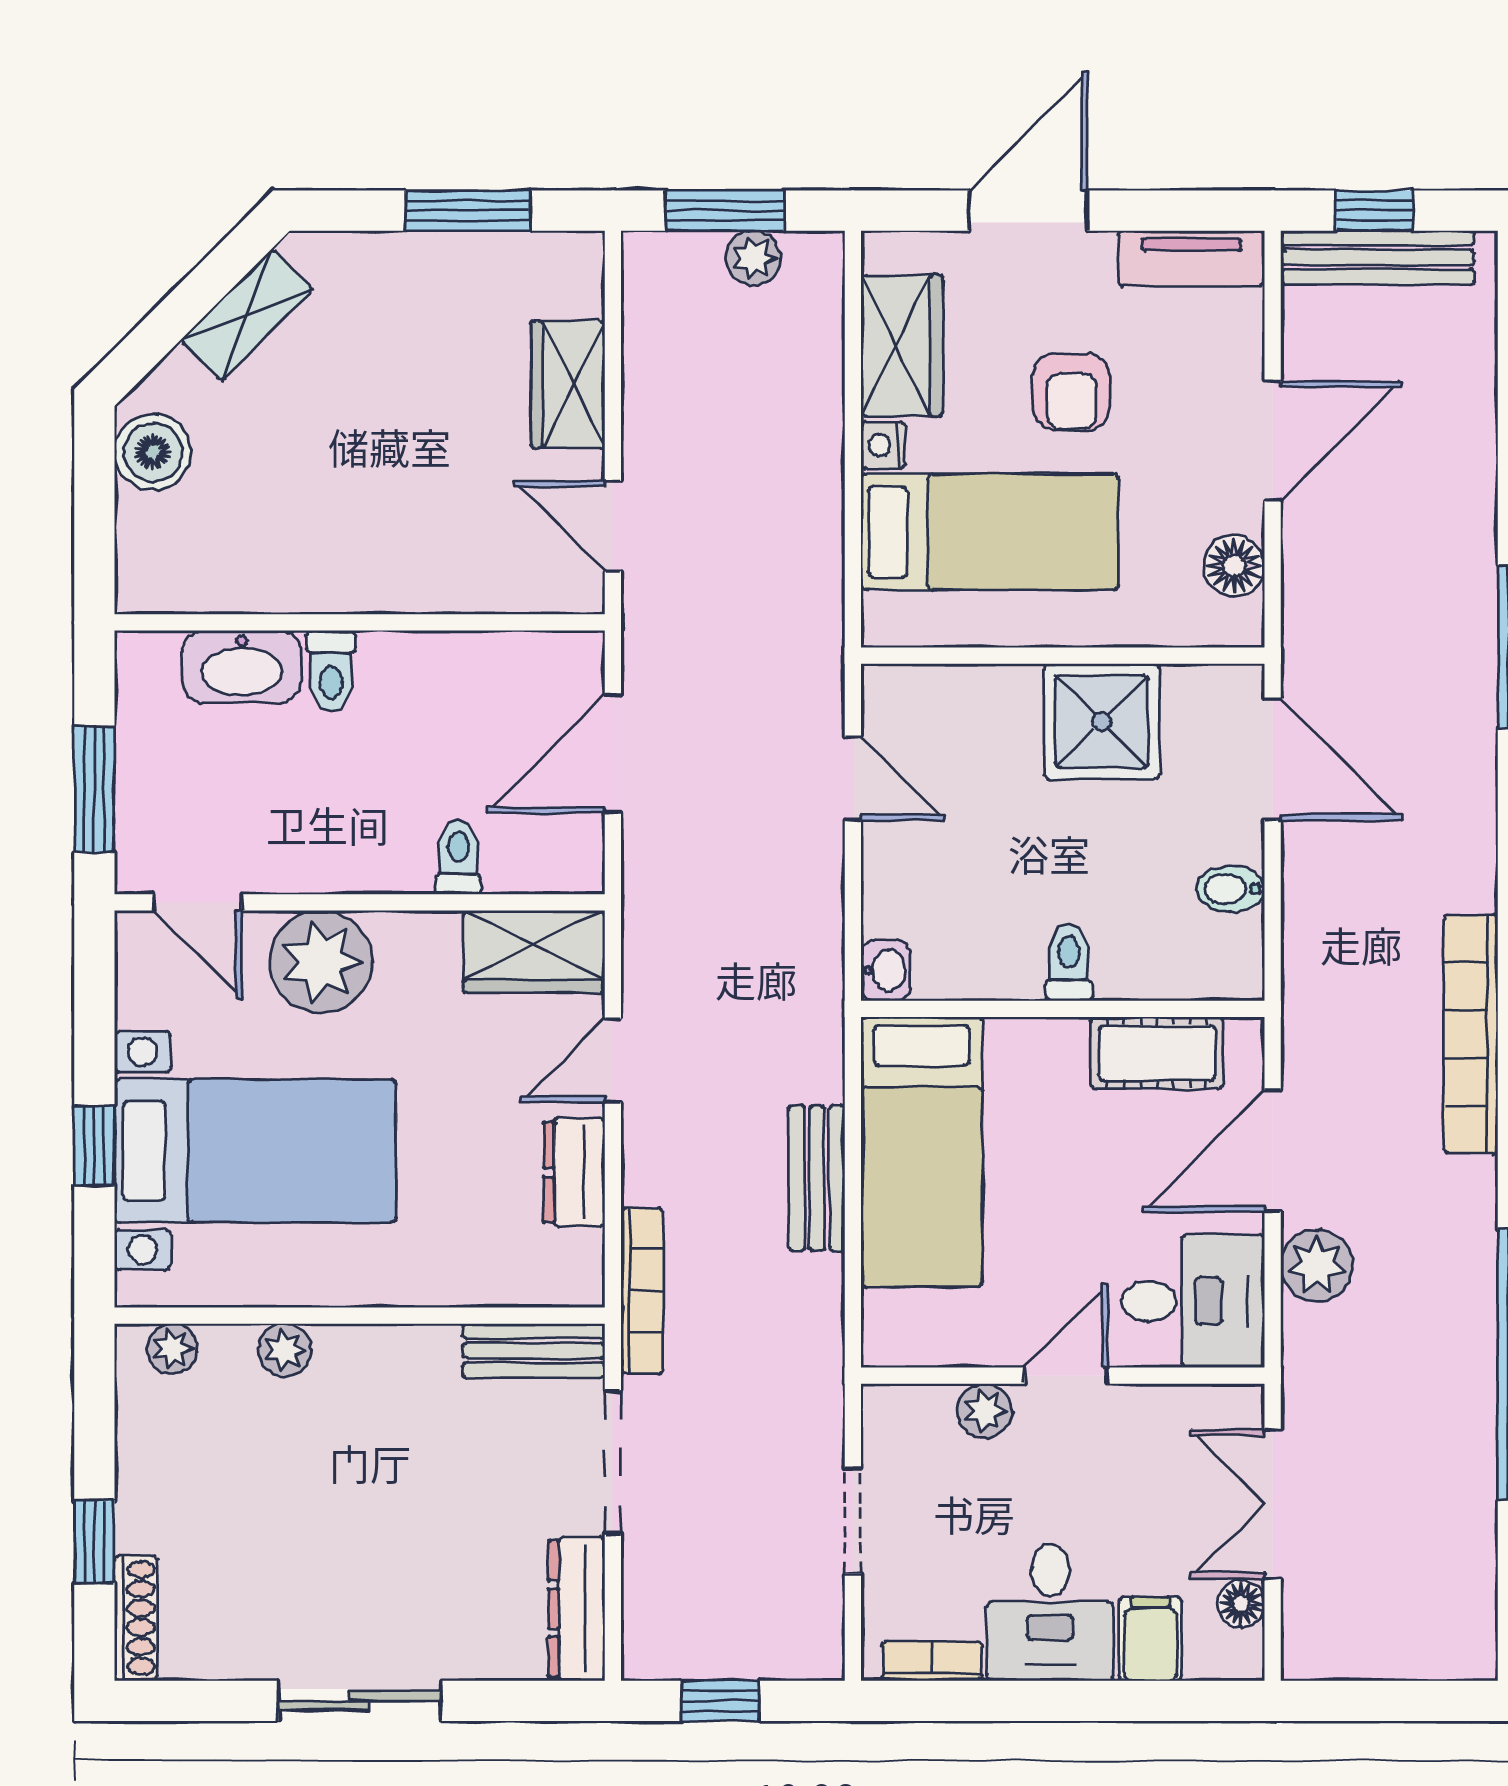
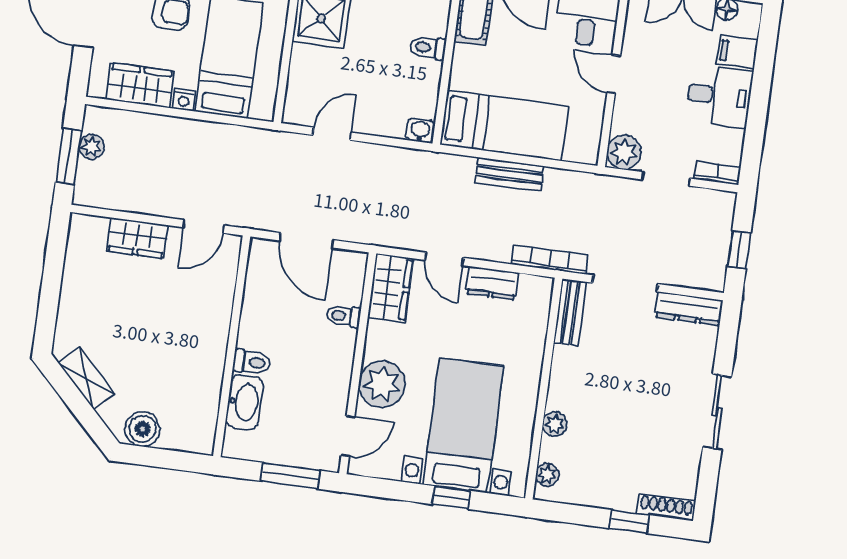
window: (468, 211) -> (53, 272), removed
plant: (985, 1411) -> (624, 152), moved, width x1.38, depth x1.38
bookcase: (932, 1661) -> (717, 173), moved, turned 90

